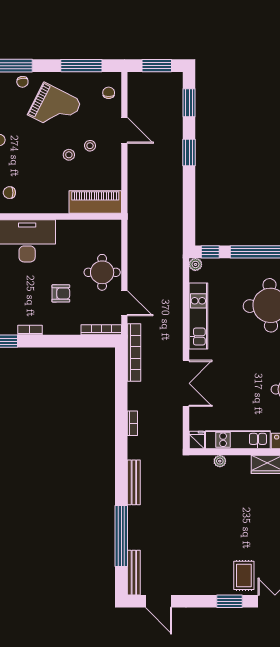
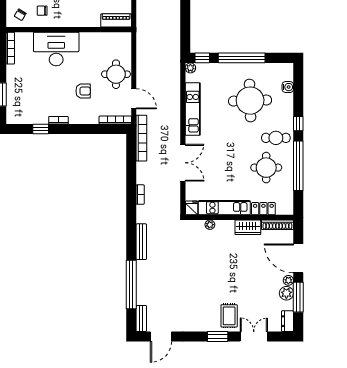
piano: (95, 202) -> (116, 20), width x0.73, depth x0.75
bench: (134, 573) -> (141, 318), width x0.73
door: (159, 601) -> (161, 336), hinge flipped

